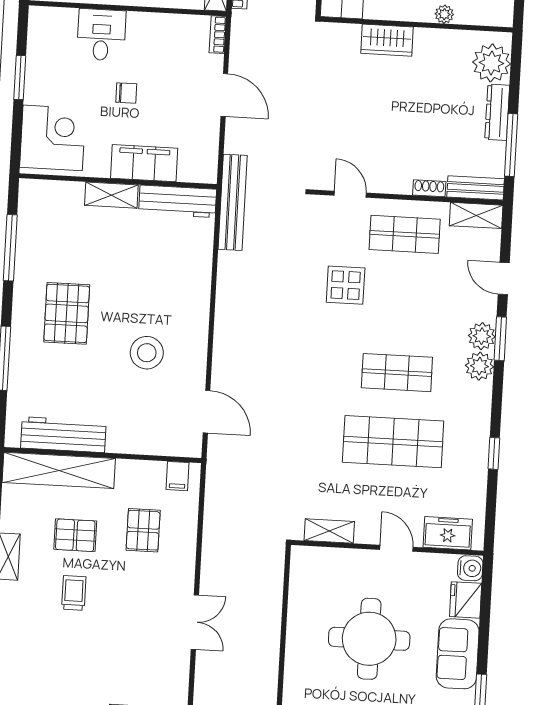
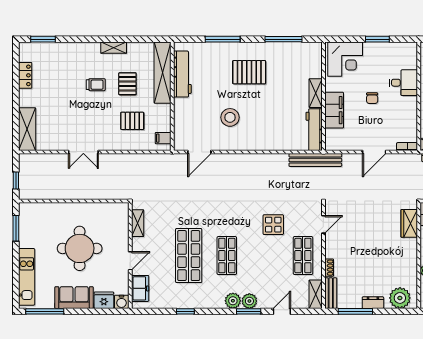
wardrobe: (387, 40) -> (409, 223), moved
dresser: (497, 112) -> (373, 303), width x0.70

